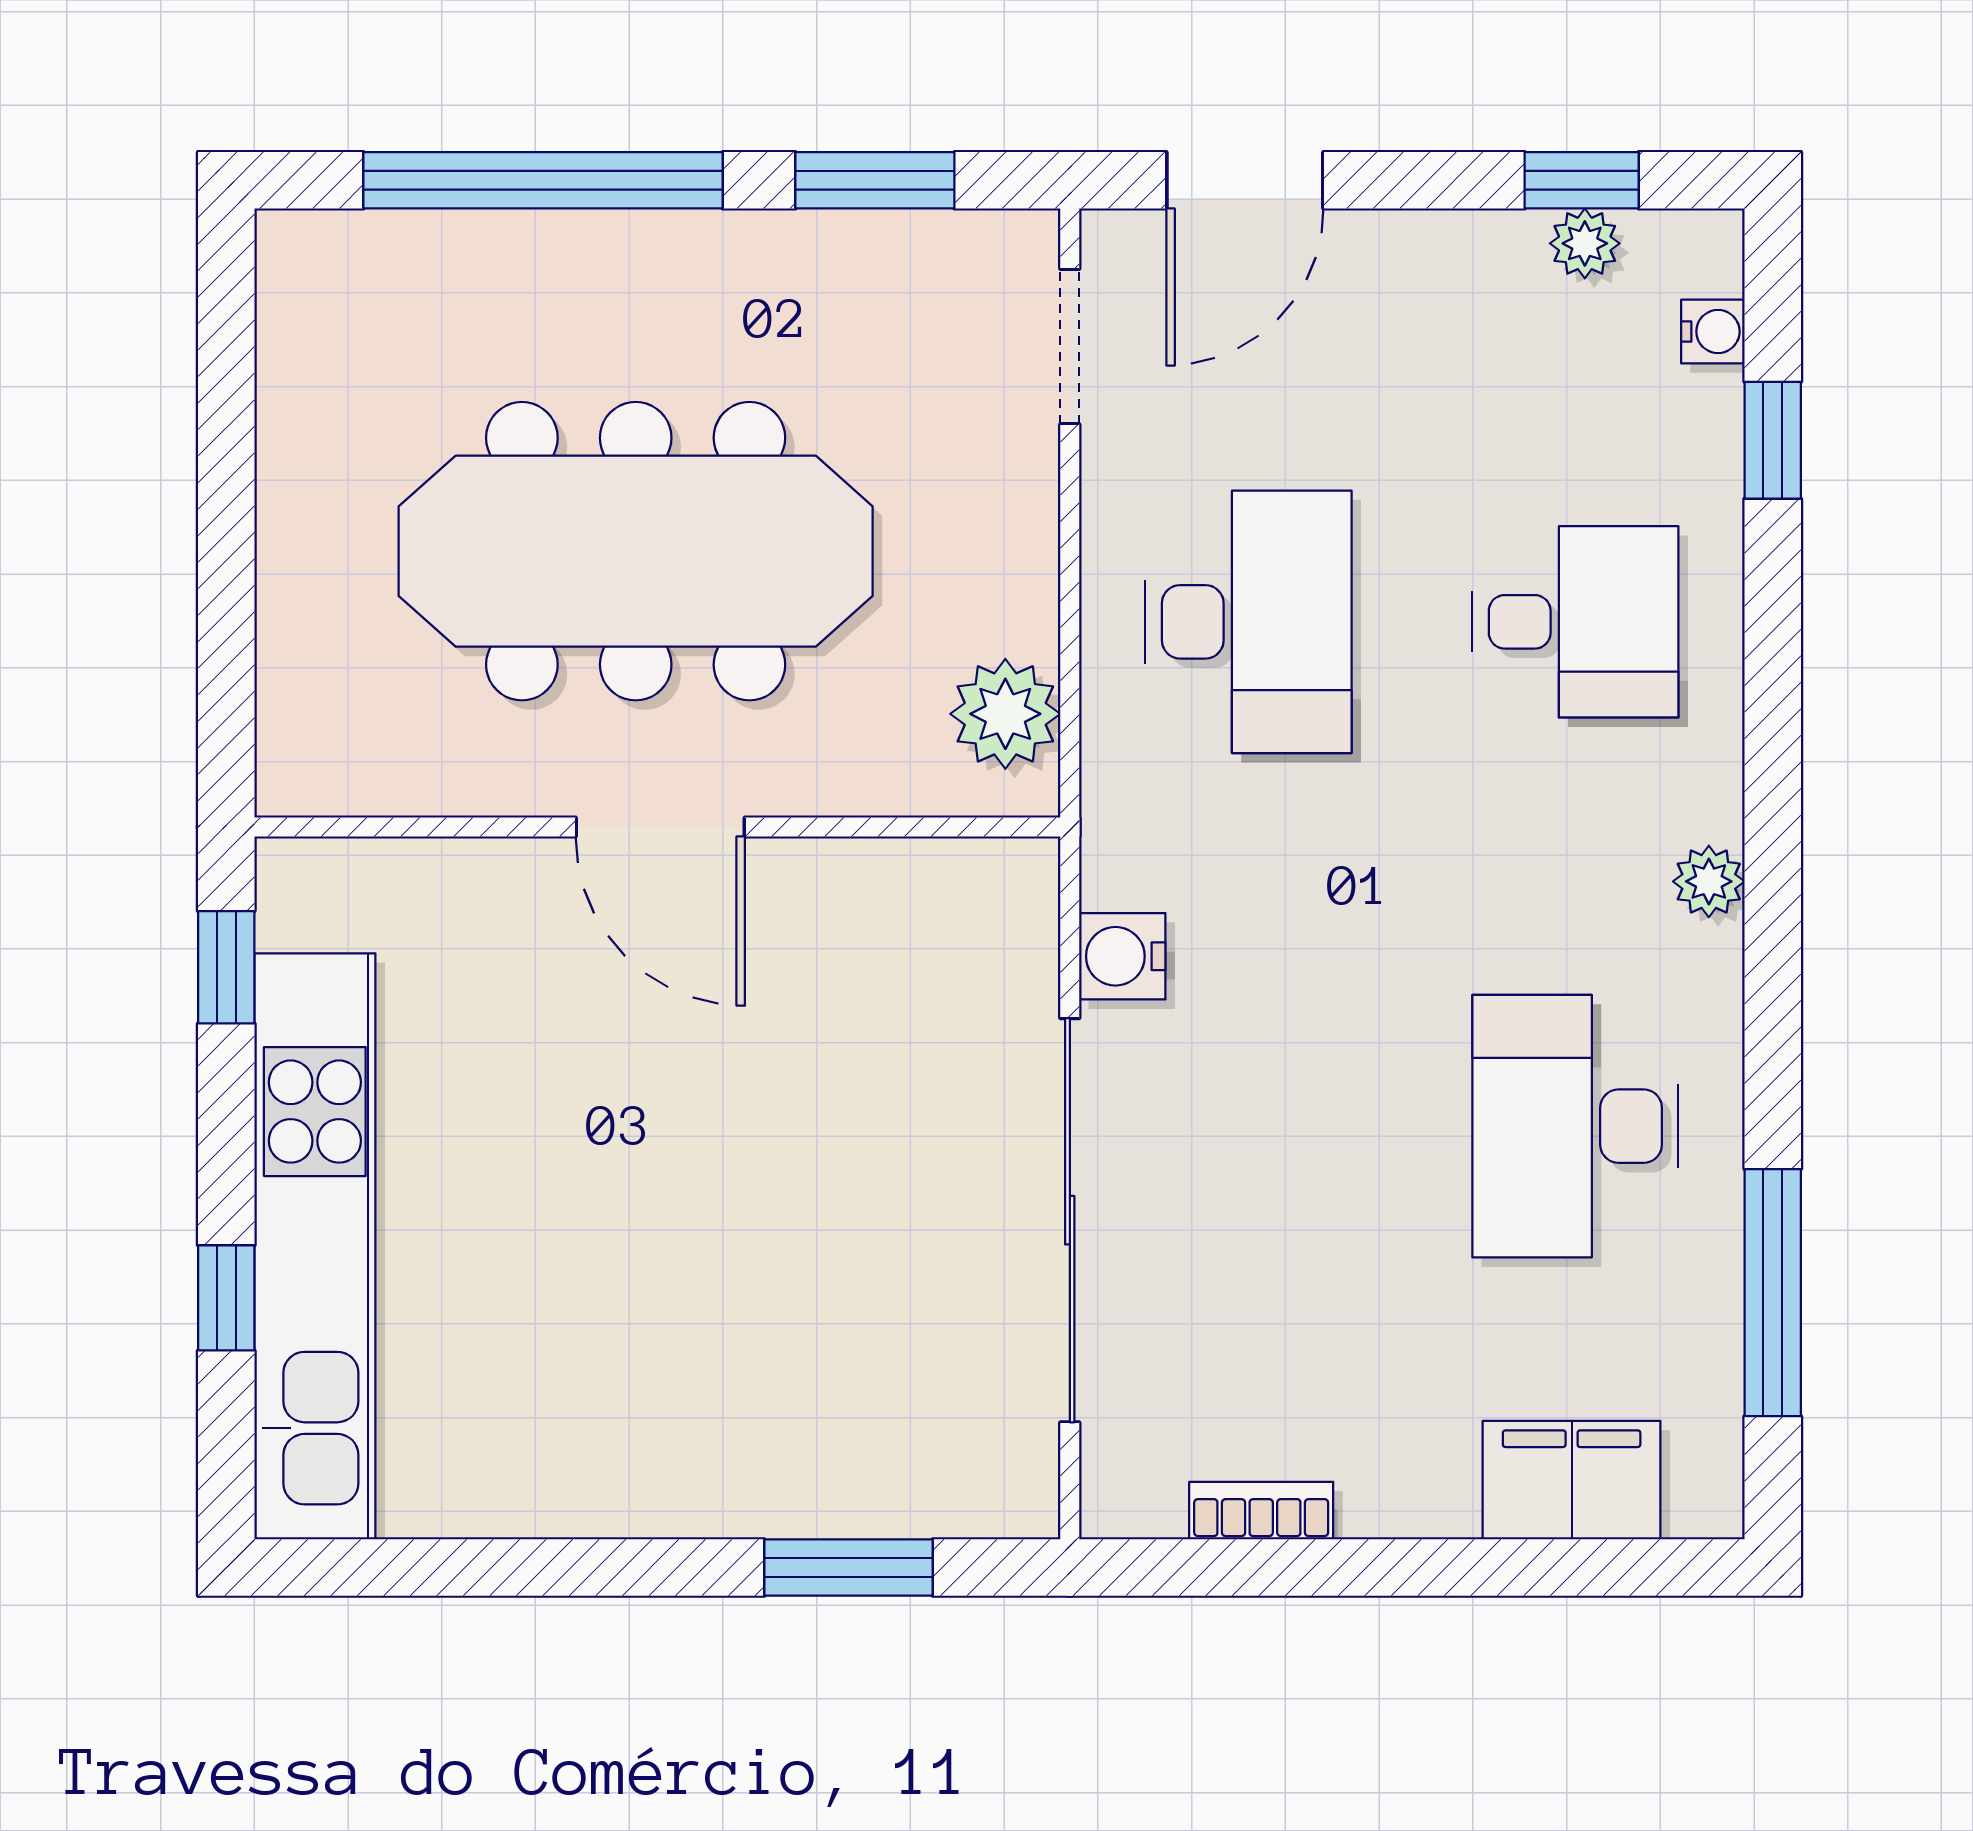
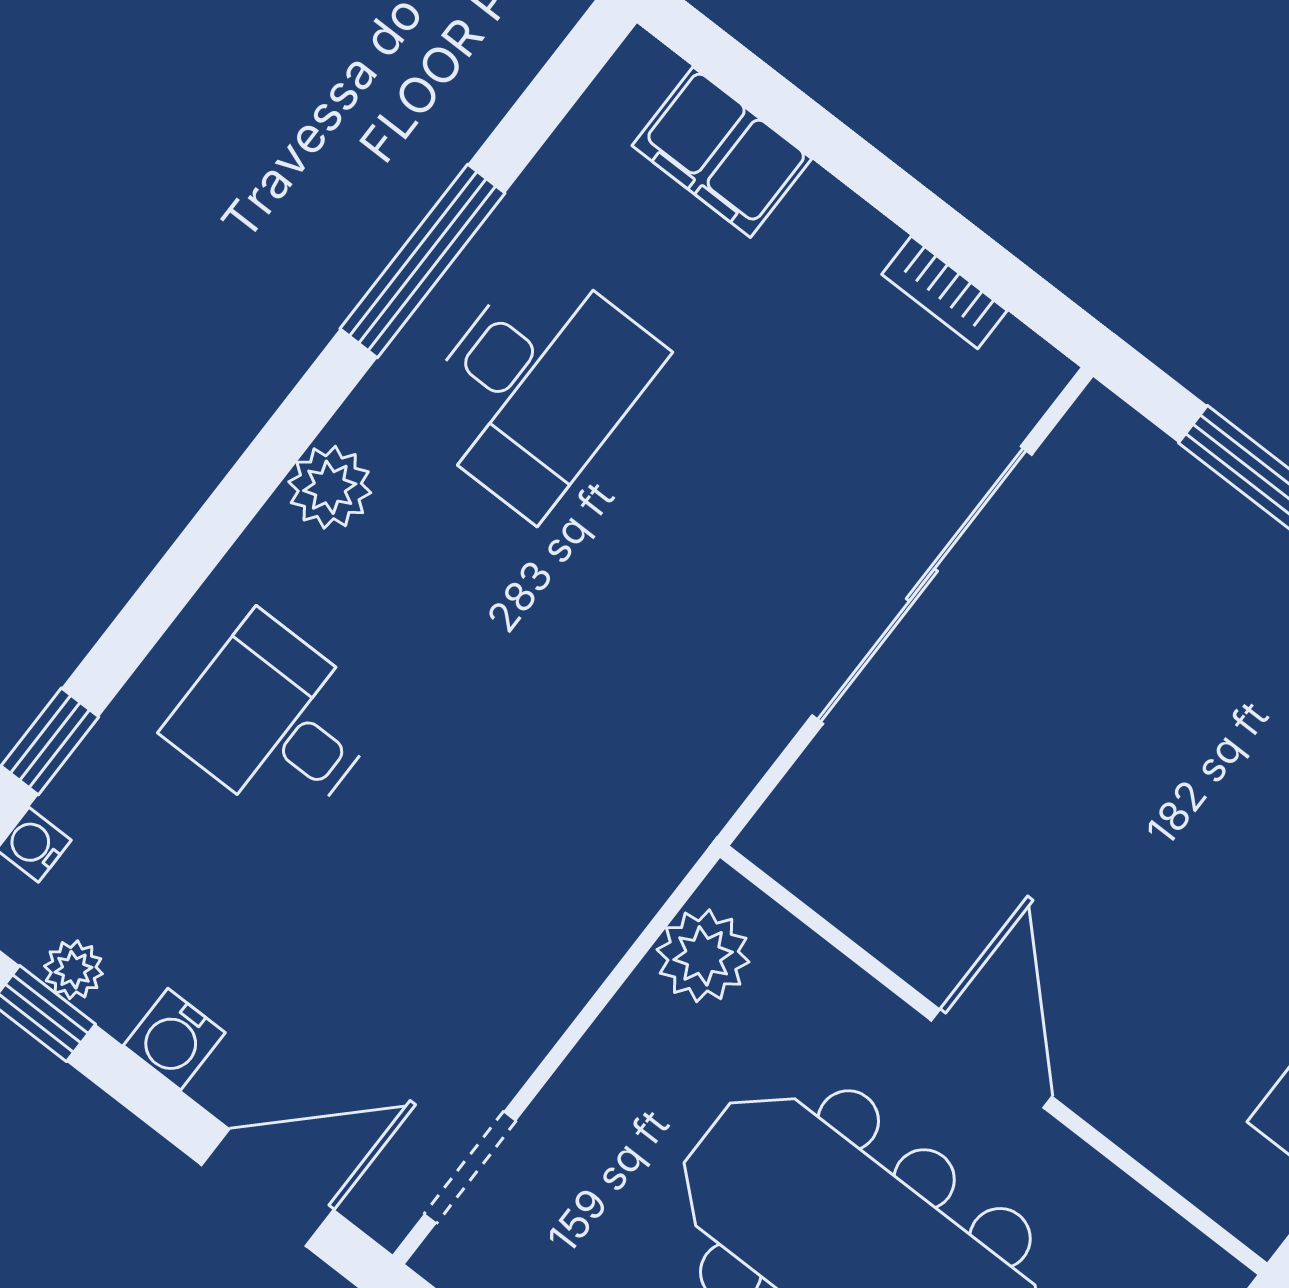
desk: (1248, 622) -> (493, 891), removed
plant: (1709, 881) -> (330, 487), width x1.38, depth x1.38
water cooler: (1122, 956) -> (174, 1039), moved, turned 90
window: (1773, 1293) -> (423, 261), moved

